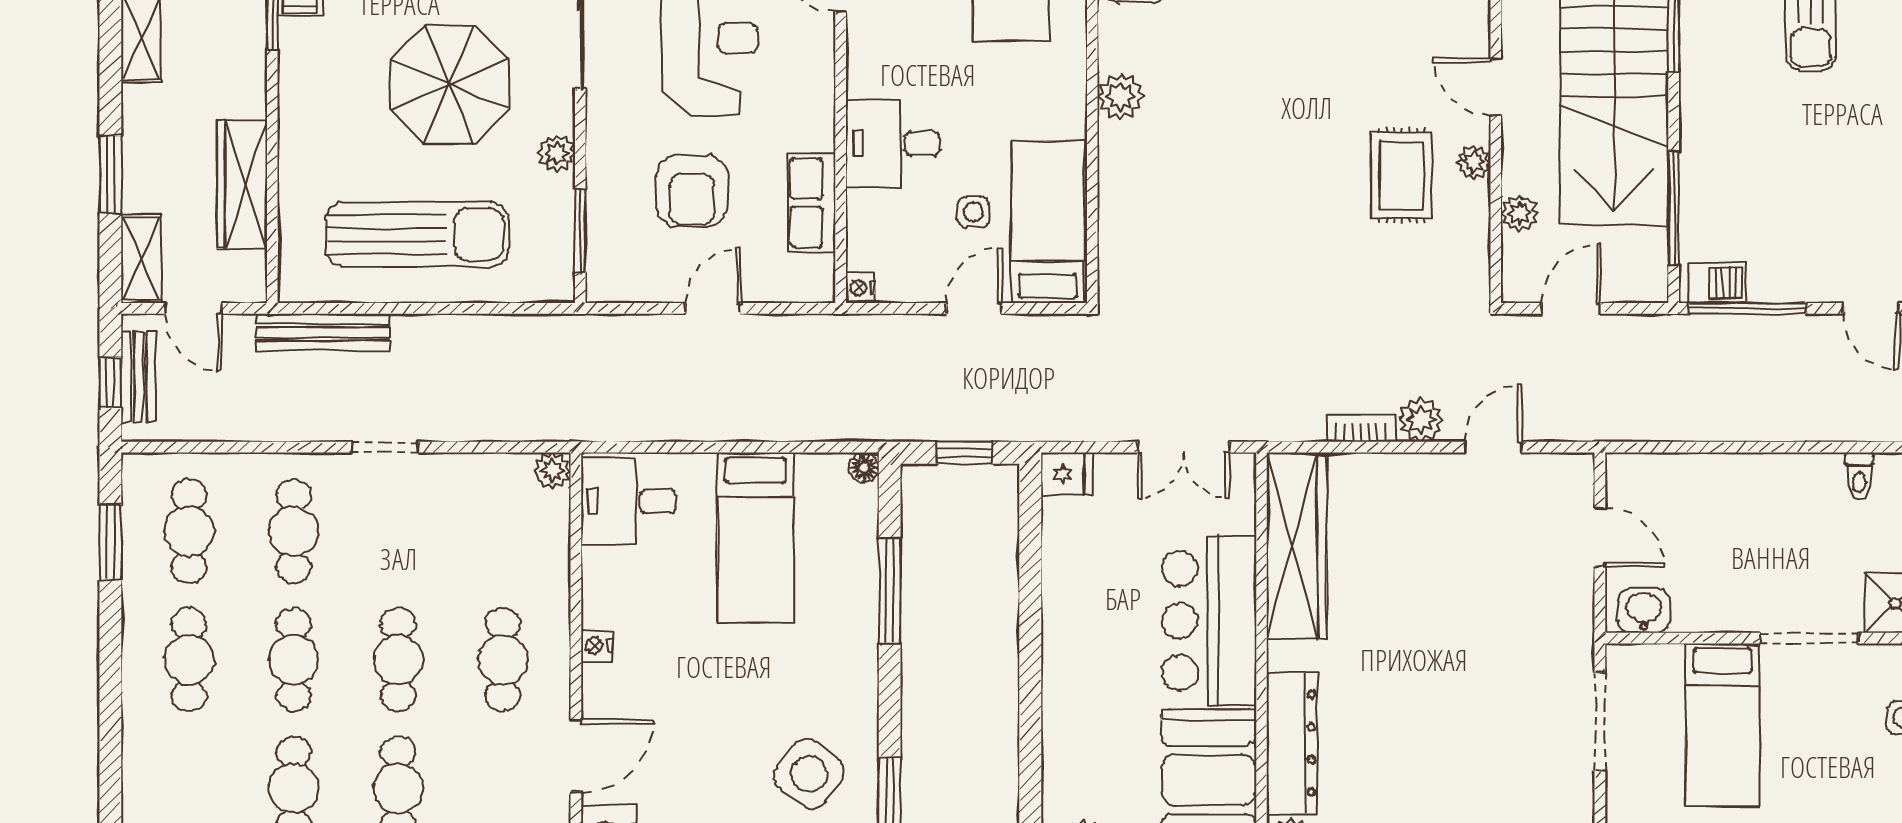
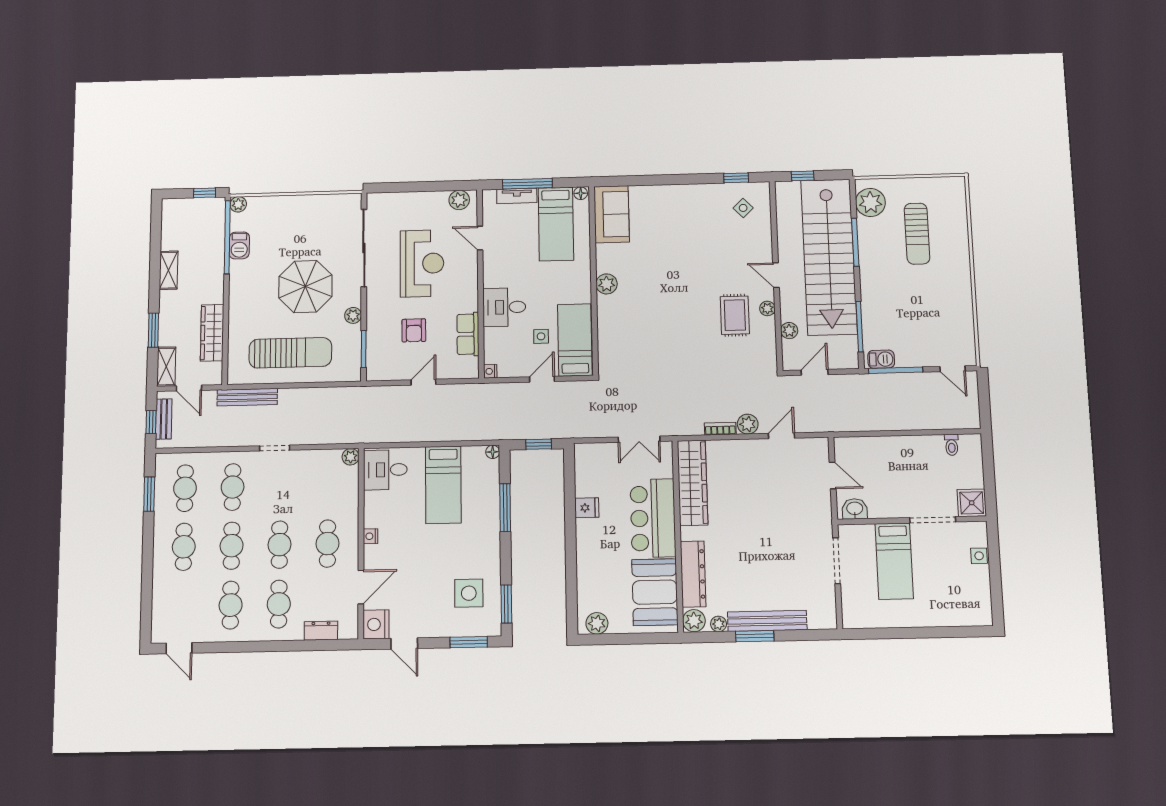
armchair: (692, 191) -> (414, 330), width x0.72, depth x0.72
fridge: (1067, 474) -> (587, 508), moved
side table: (809, 774) -> (469, 593), turned -36

